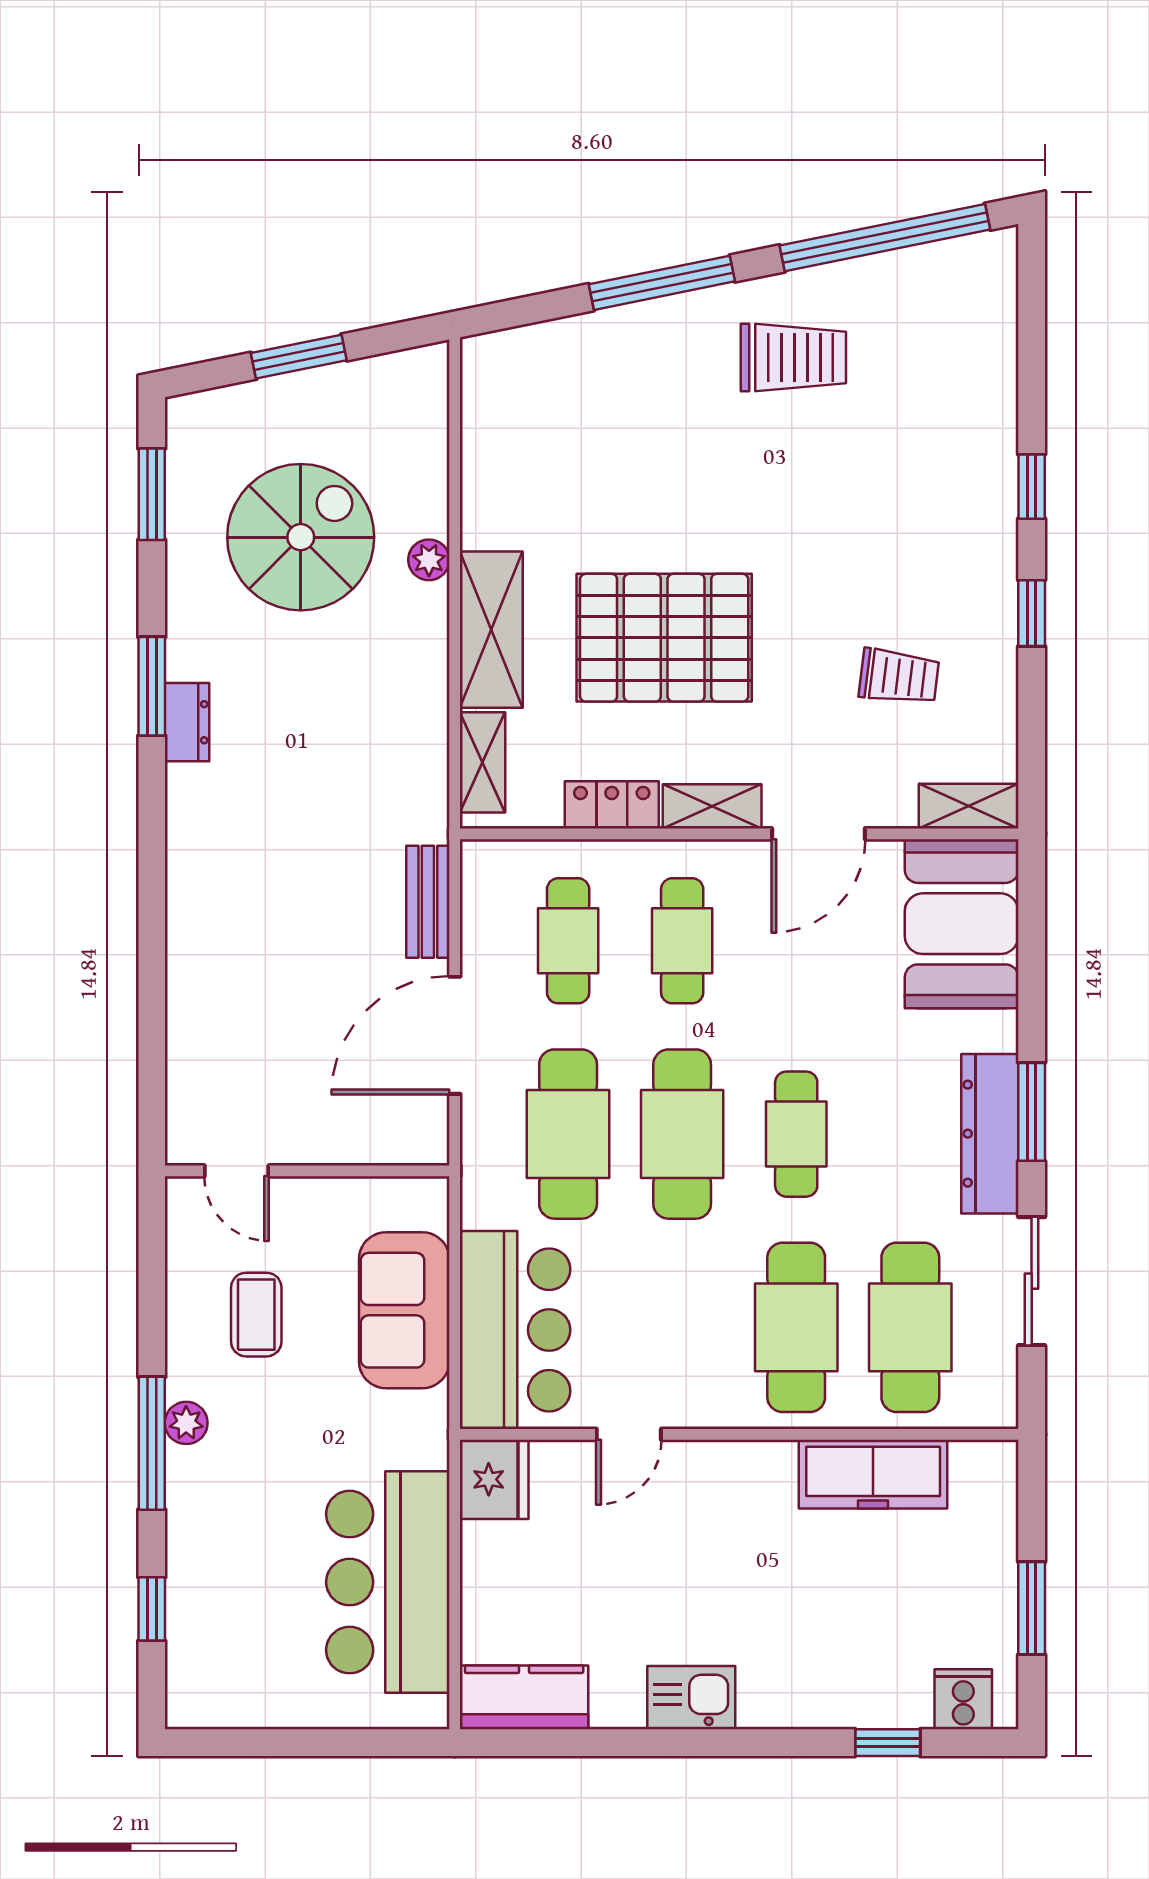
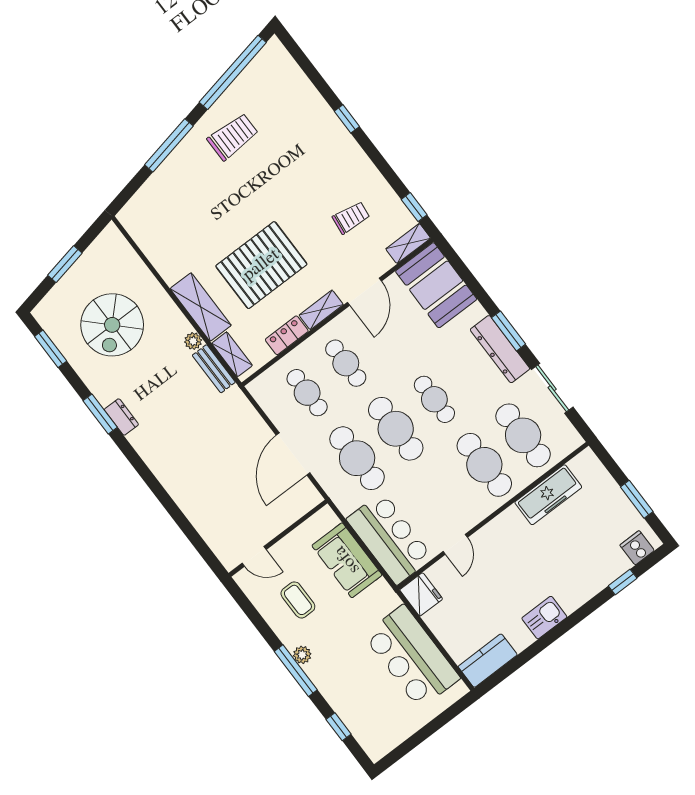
spiral stairs: (301, 537) -> (112, 325), turned 180
plant: (429, 560) -> (193, 341), moved
window: (1032, 613) -> (414, 207), moved
bench: (428, 902) -> (214, 369), moved

